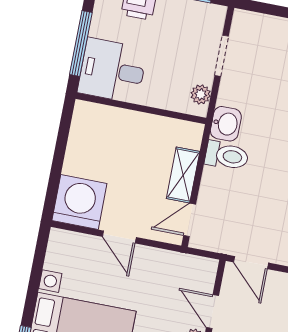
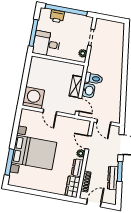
washbasin: (226, 124) -> (88, 90), moved
door: (190, 220) -> (79, 105), swing flipped

